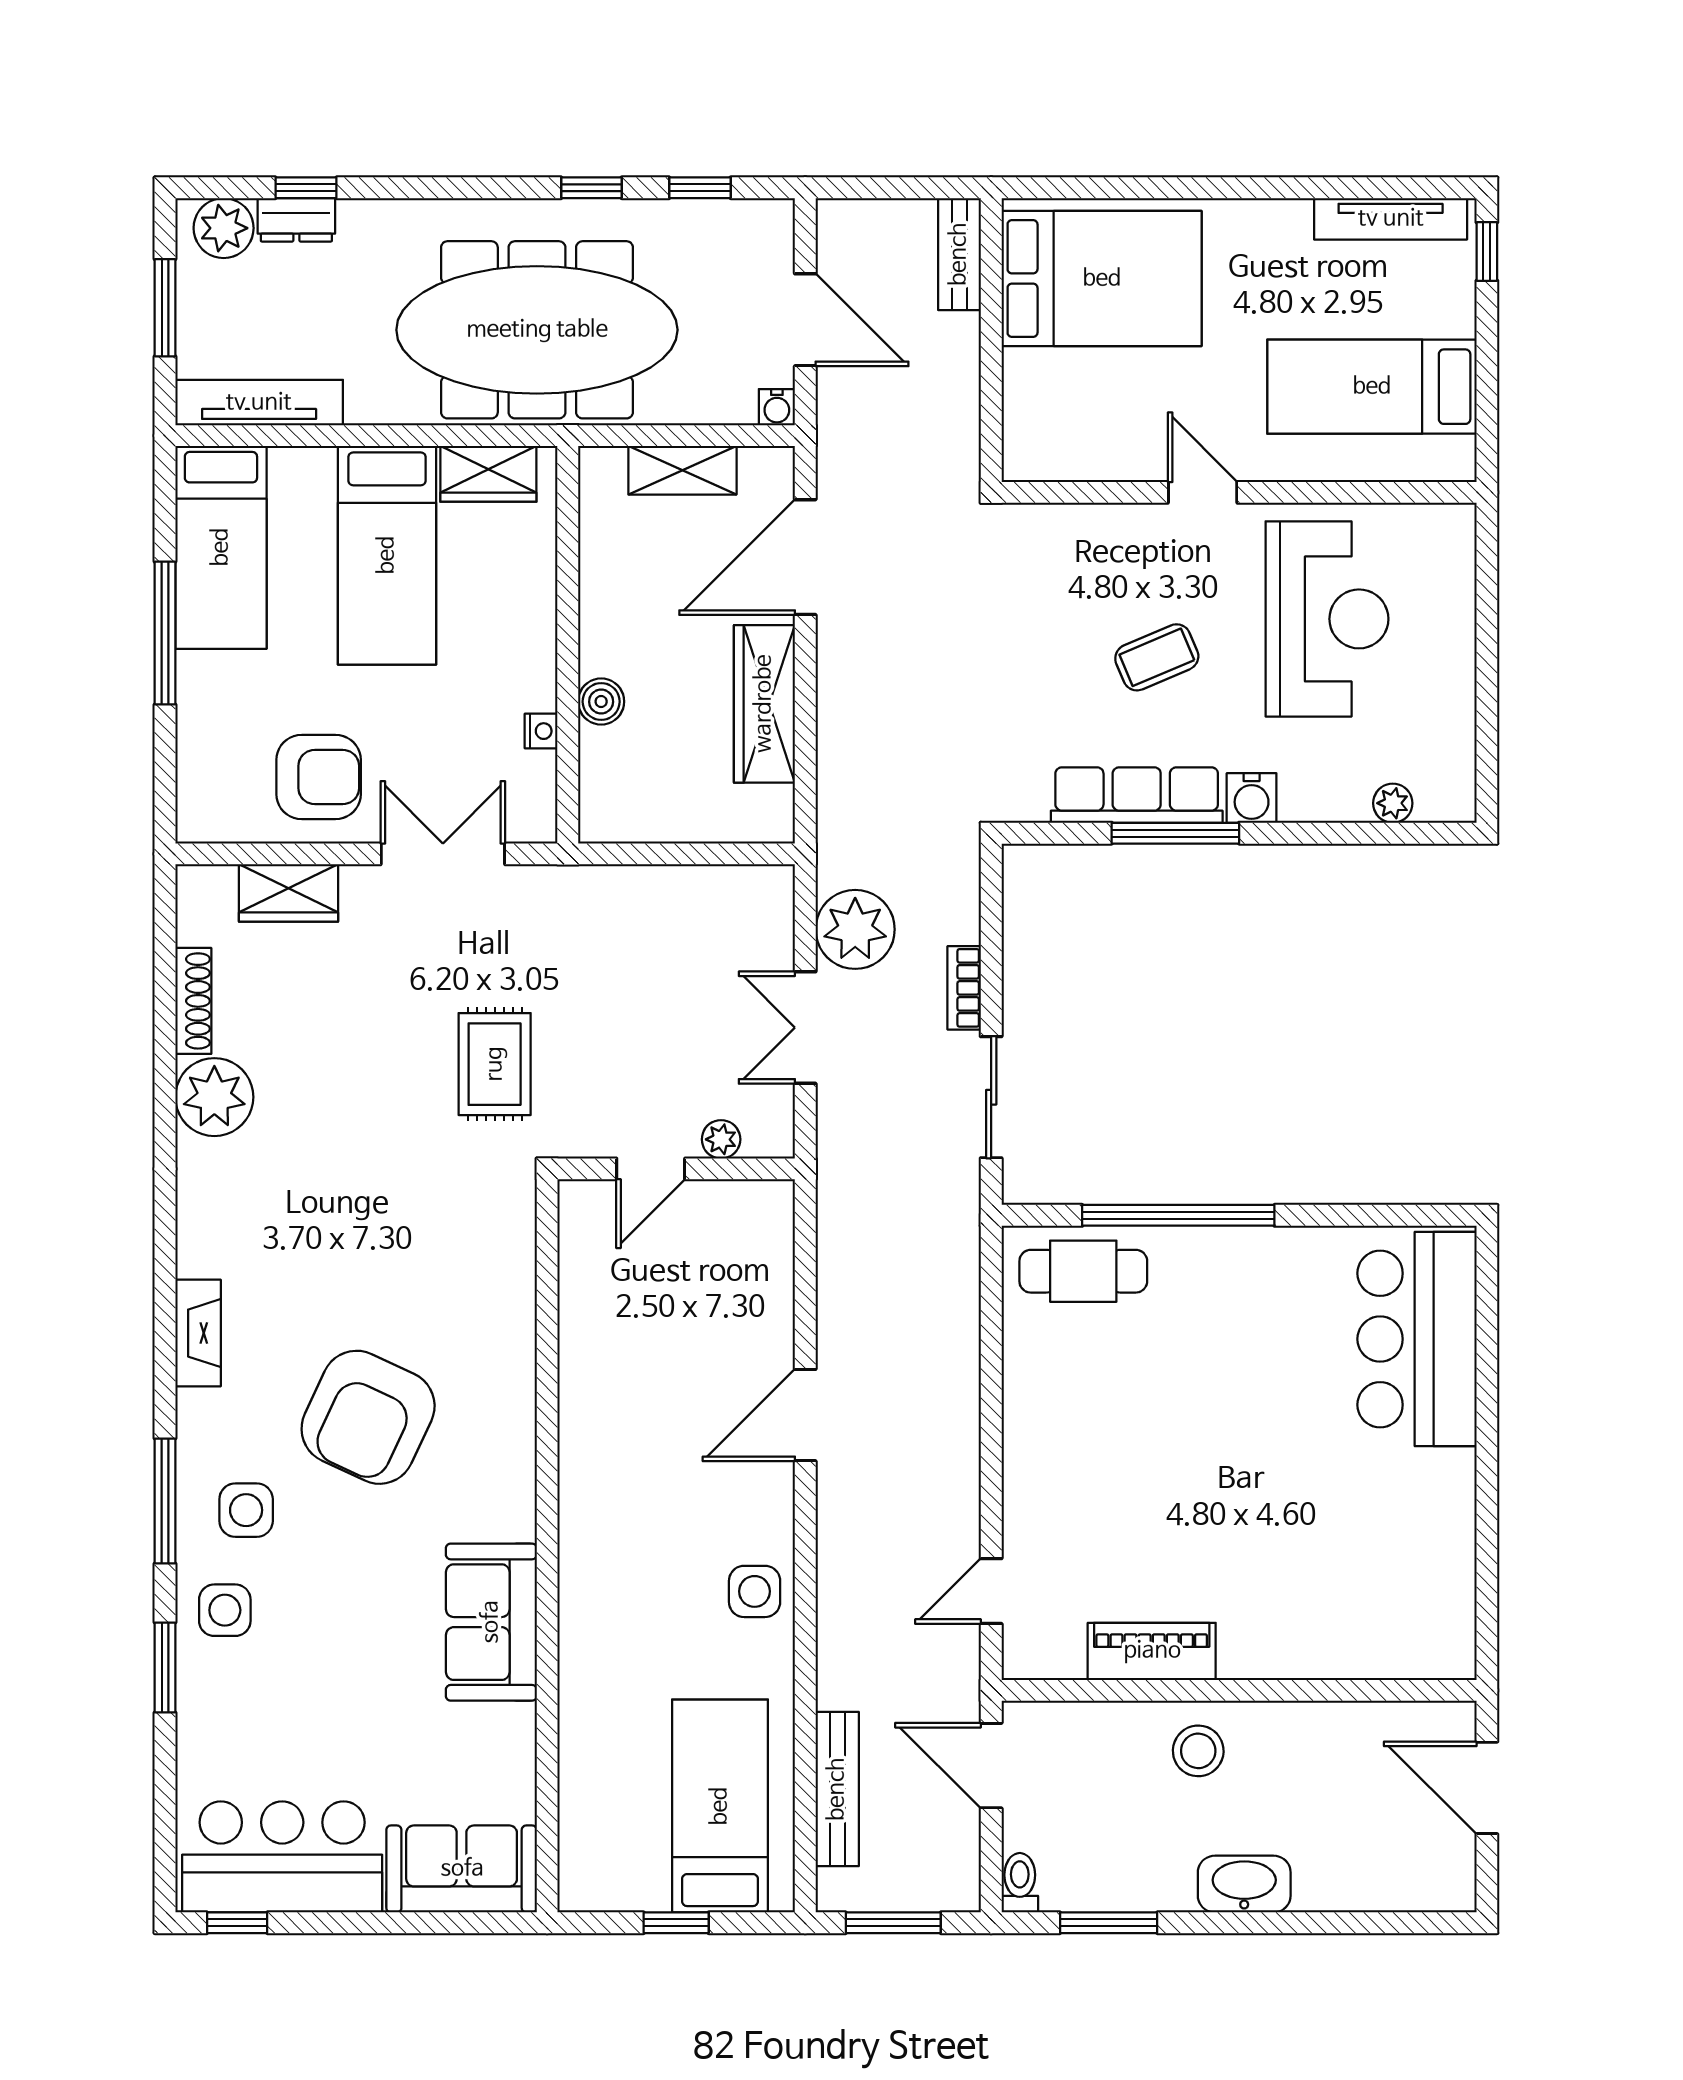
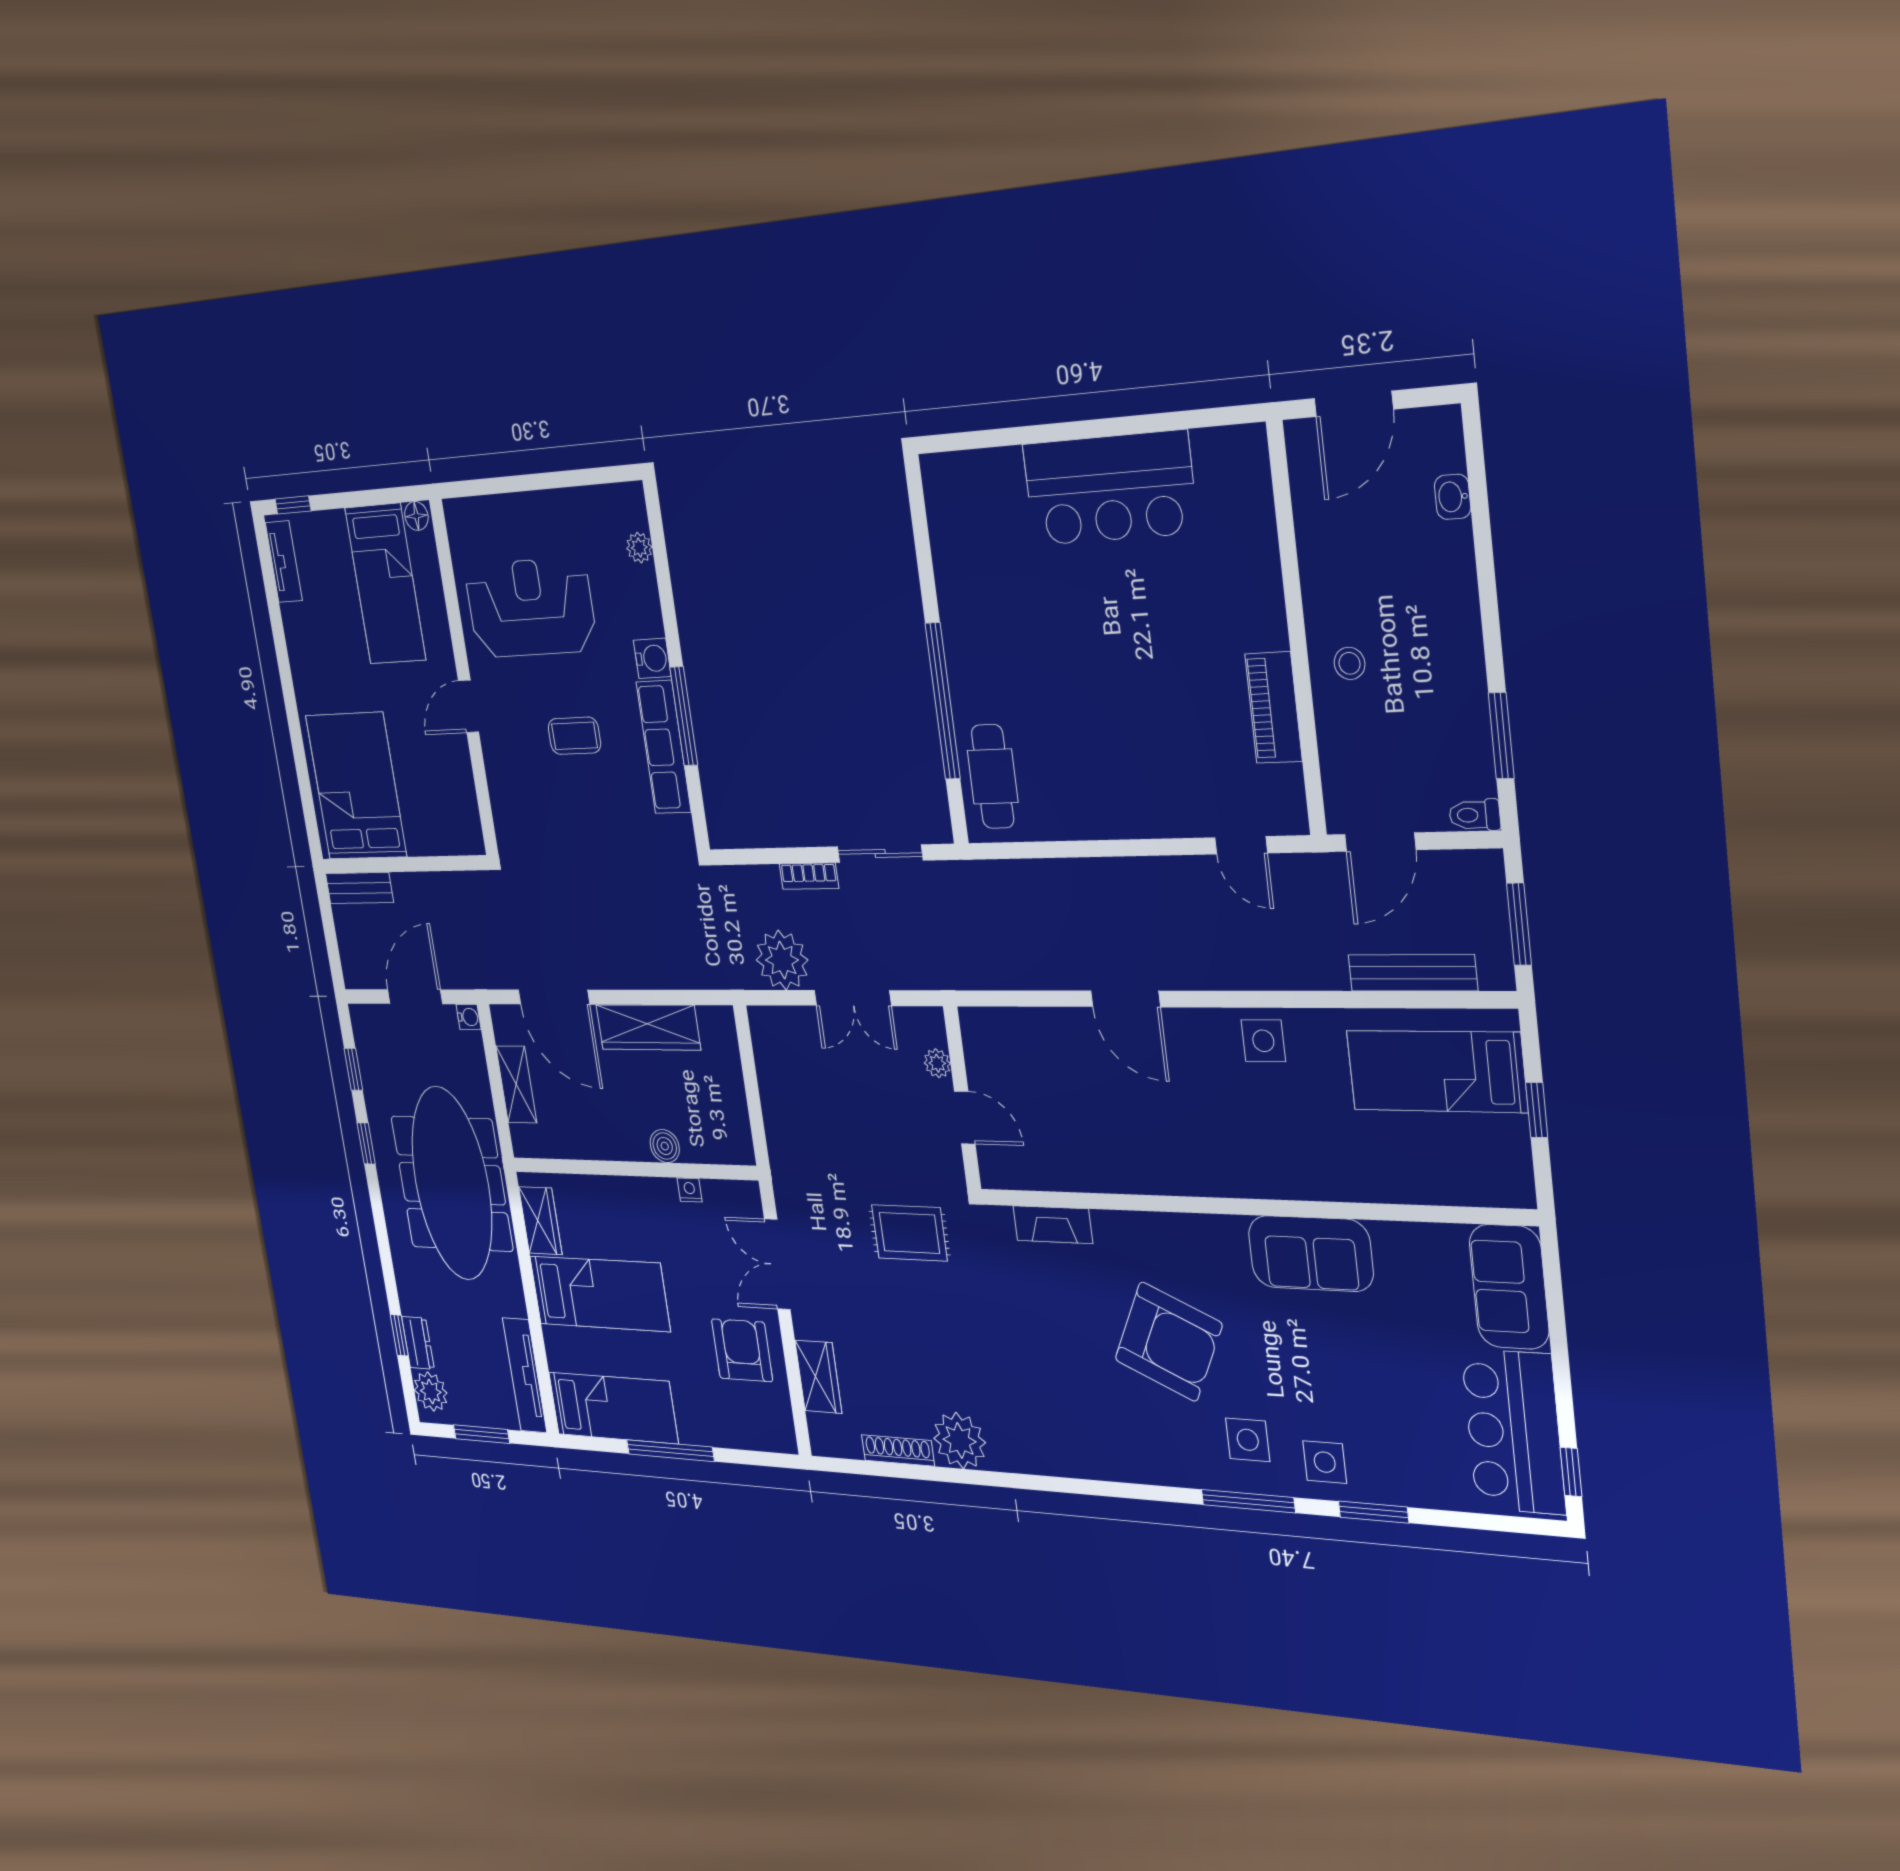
tv unit: (1391, 219) -> (284, 562), width x0.71
floor lamp: (1458, 457) -> (416, 516), added
coffee table: (1157, 657) -> (574, 736), turned -67
fireplace: (198, 1333) -> (1053, 1225), moved, turned 180
bar counter: (1417, 1339) -> (1110, 488), moved
stool: (1198, 1751) -> (1350, 663), width x0.73, depth x0.73
washbasin: (1244, 1884) -> (1453, 497), moved, width x0.52, depth x0.69

